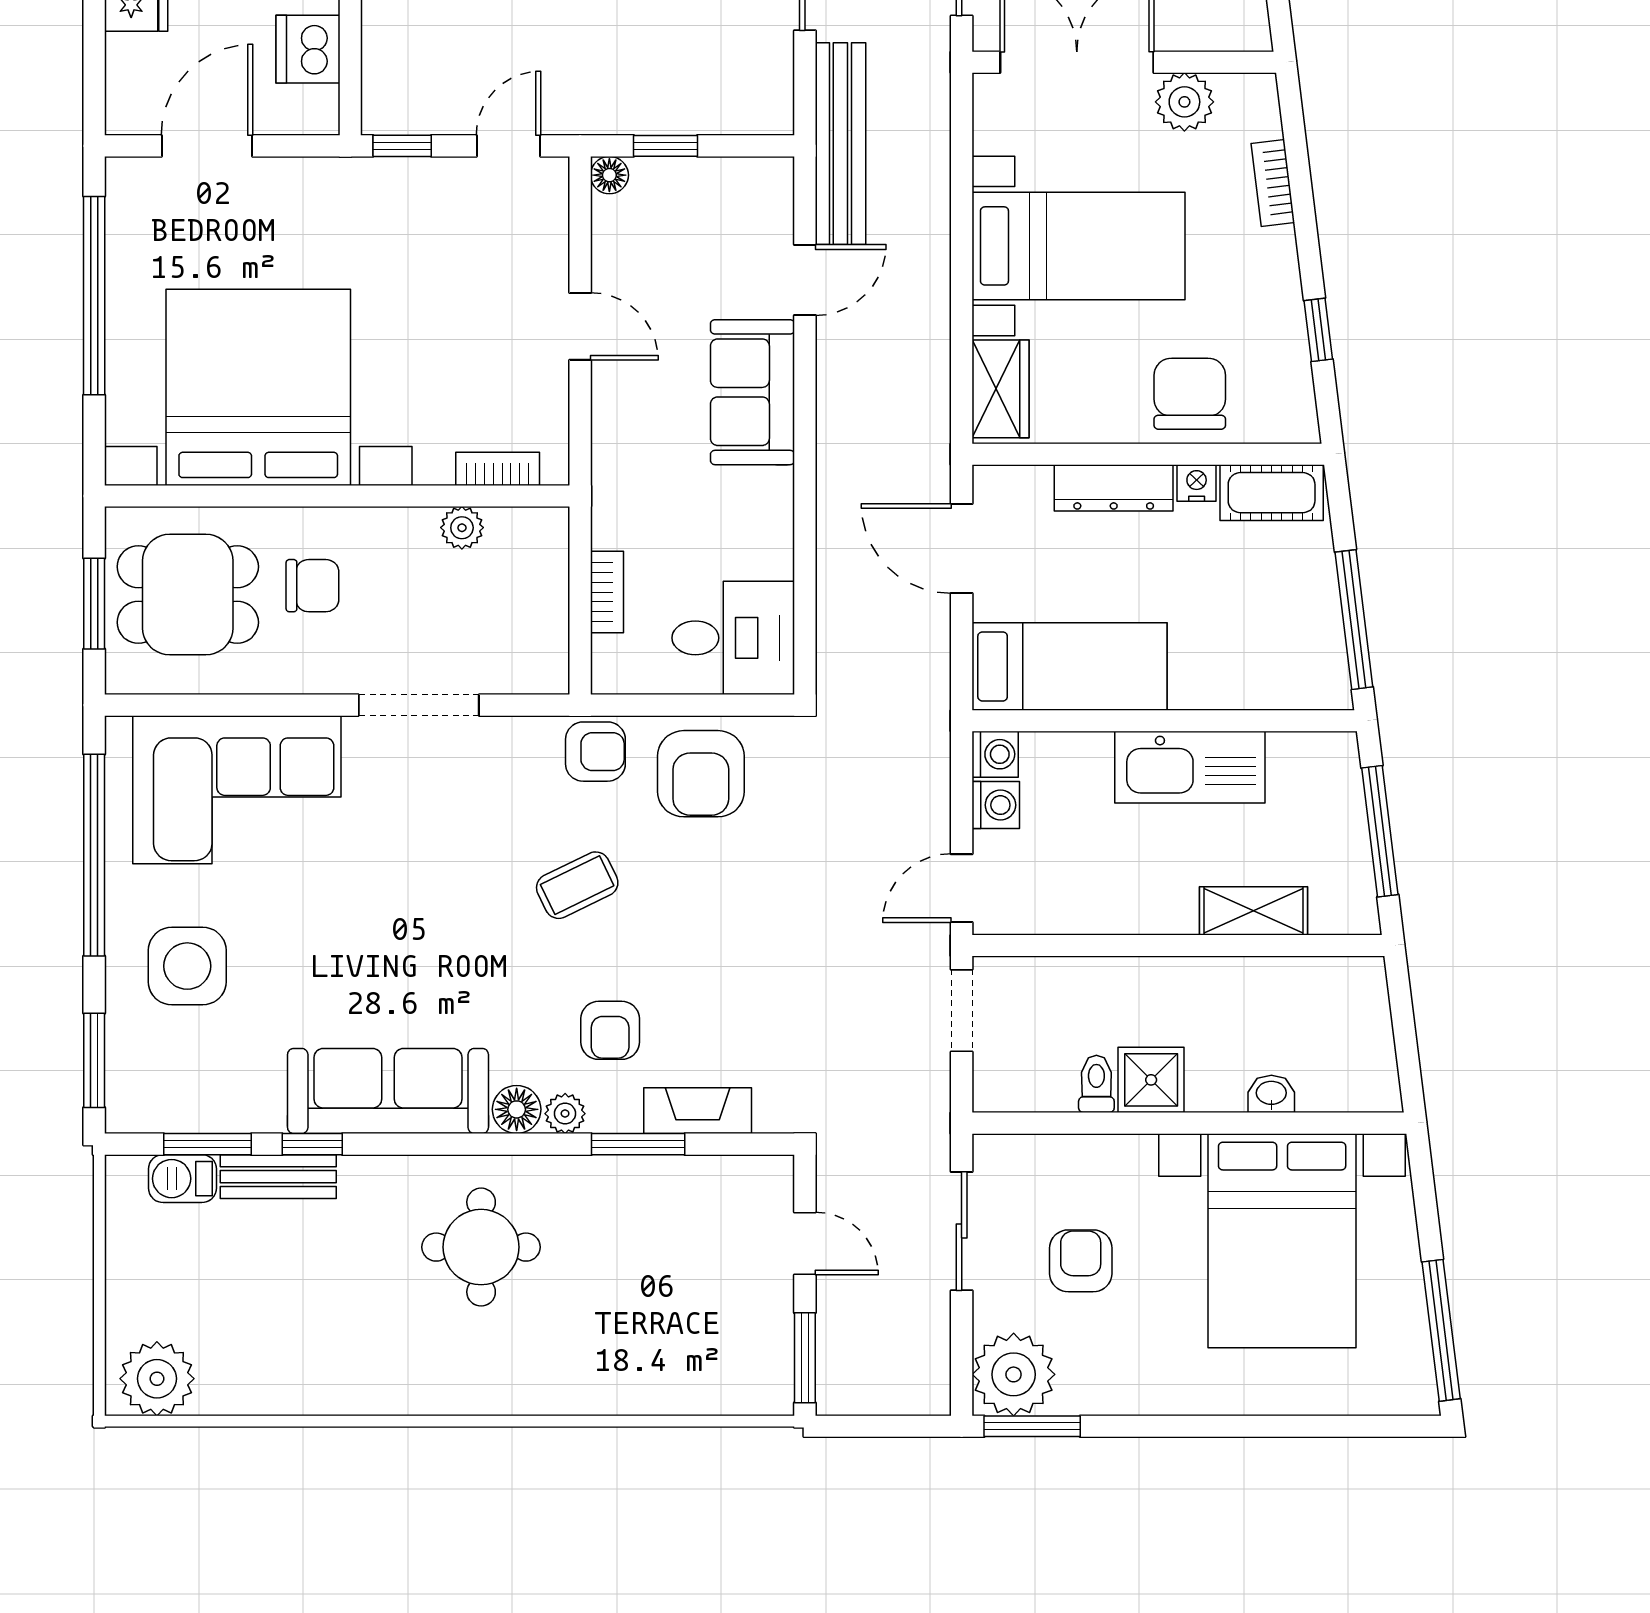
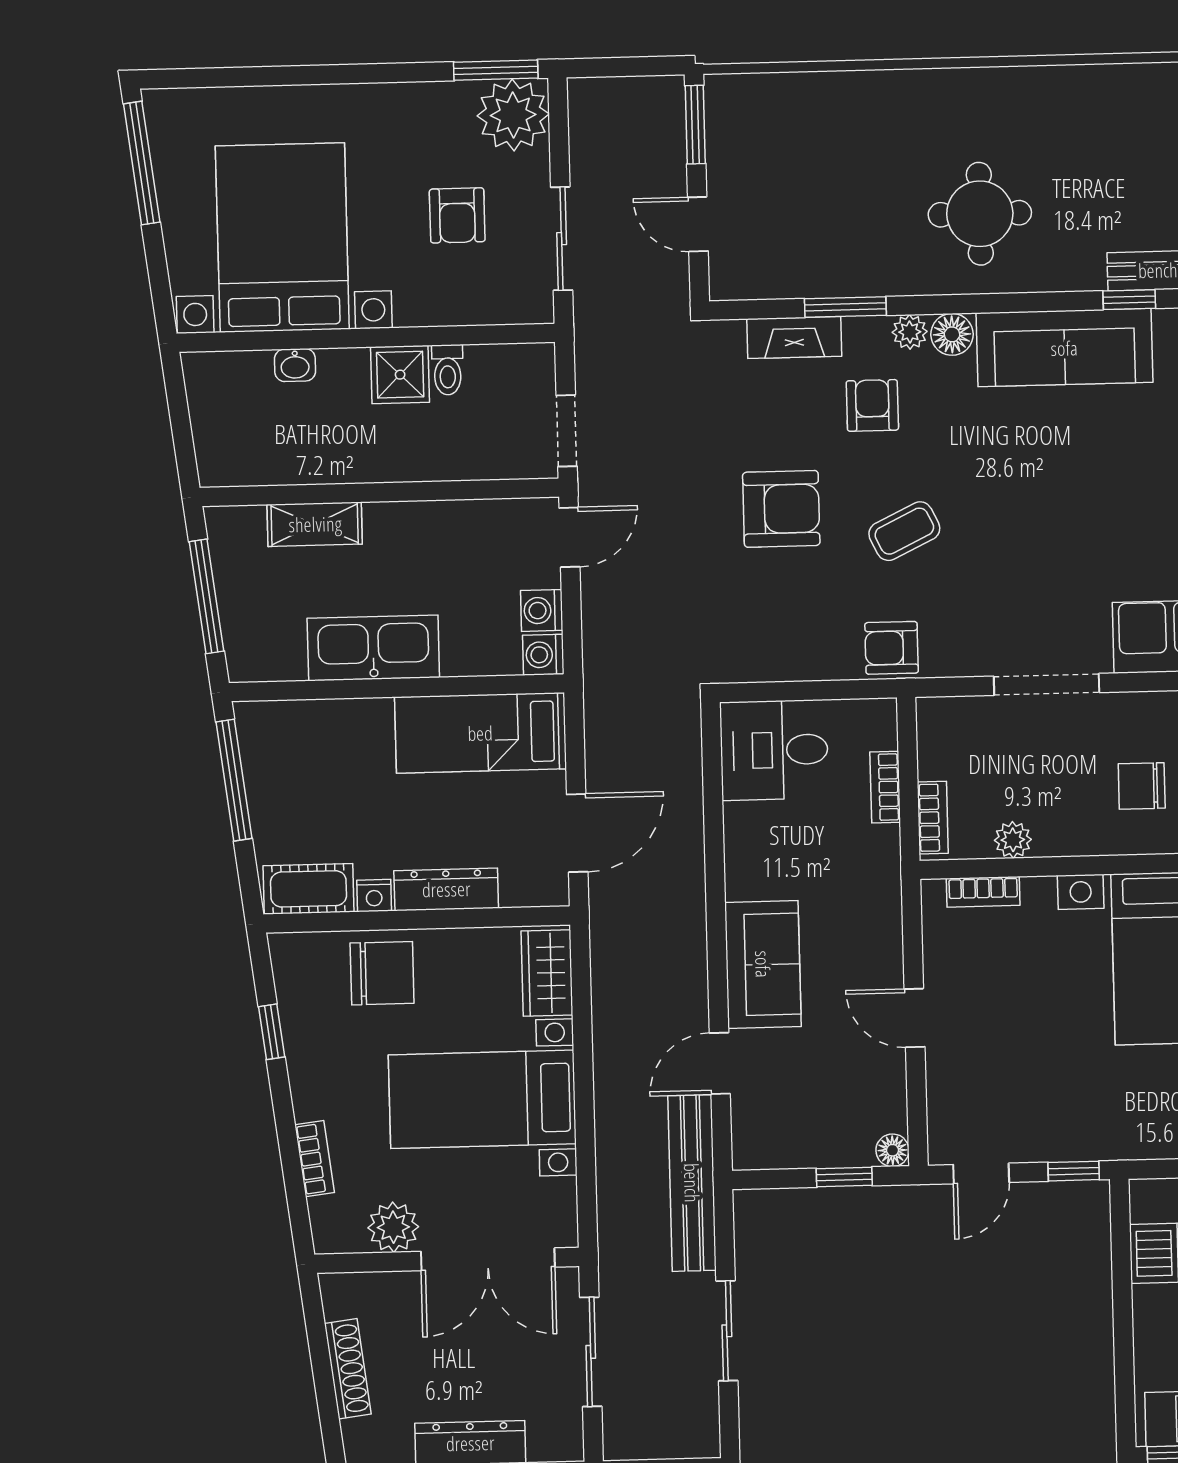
chair: (1190, 394) -> (382, 973), turned -90
door: (962, 549) -> (577, 833), hinge flipped
bookcase: (553, 556) -> (933, 818), added
armchair: (701, 774) -> (781, 509), moved, turned 90

